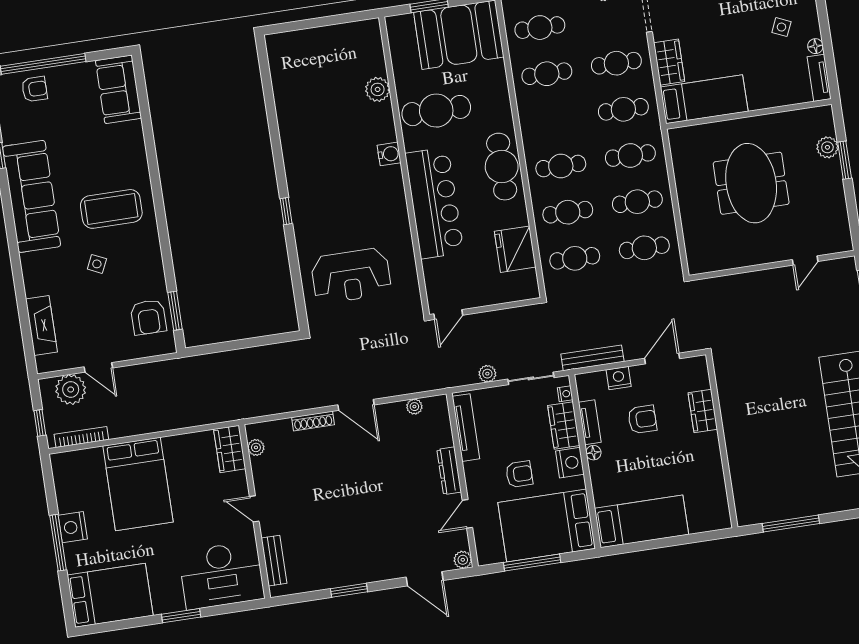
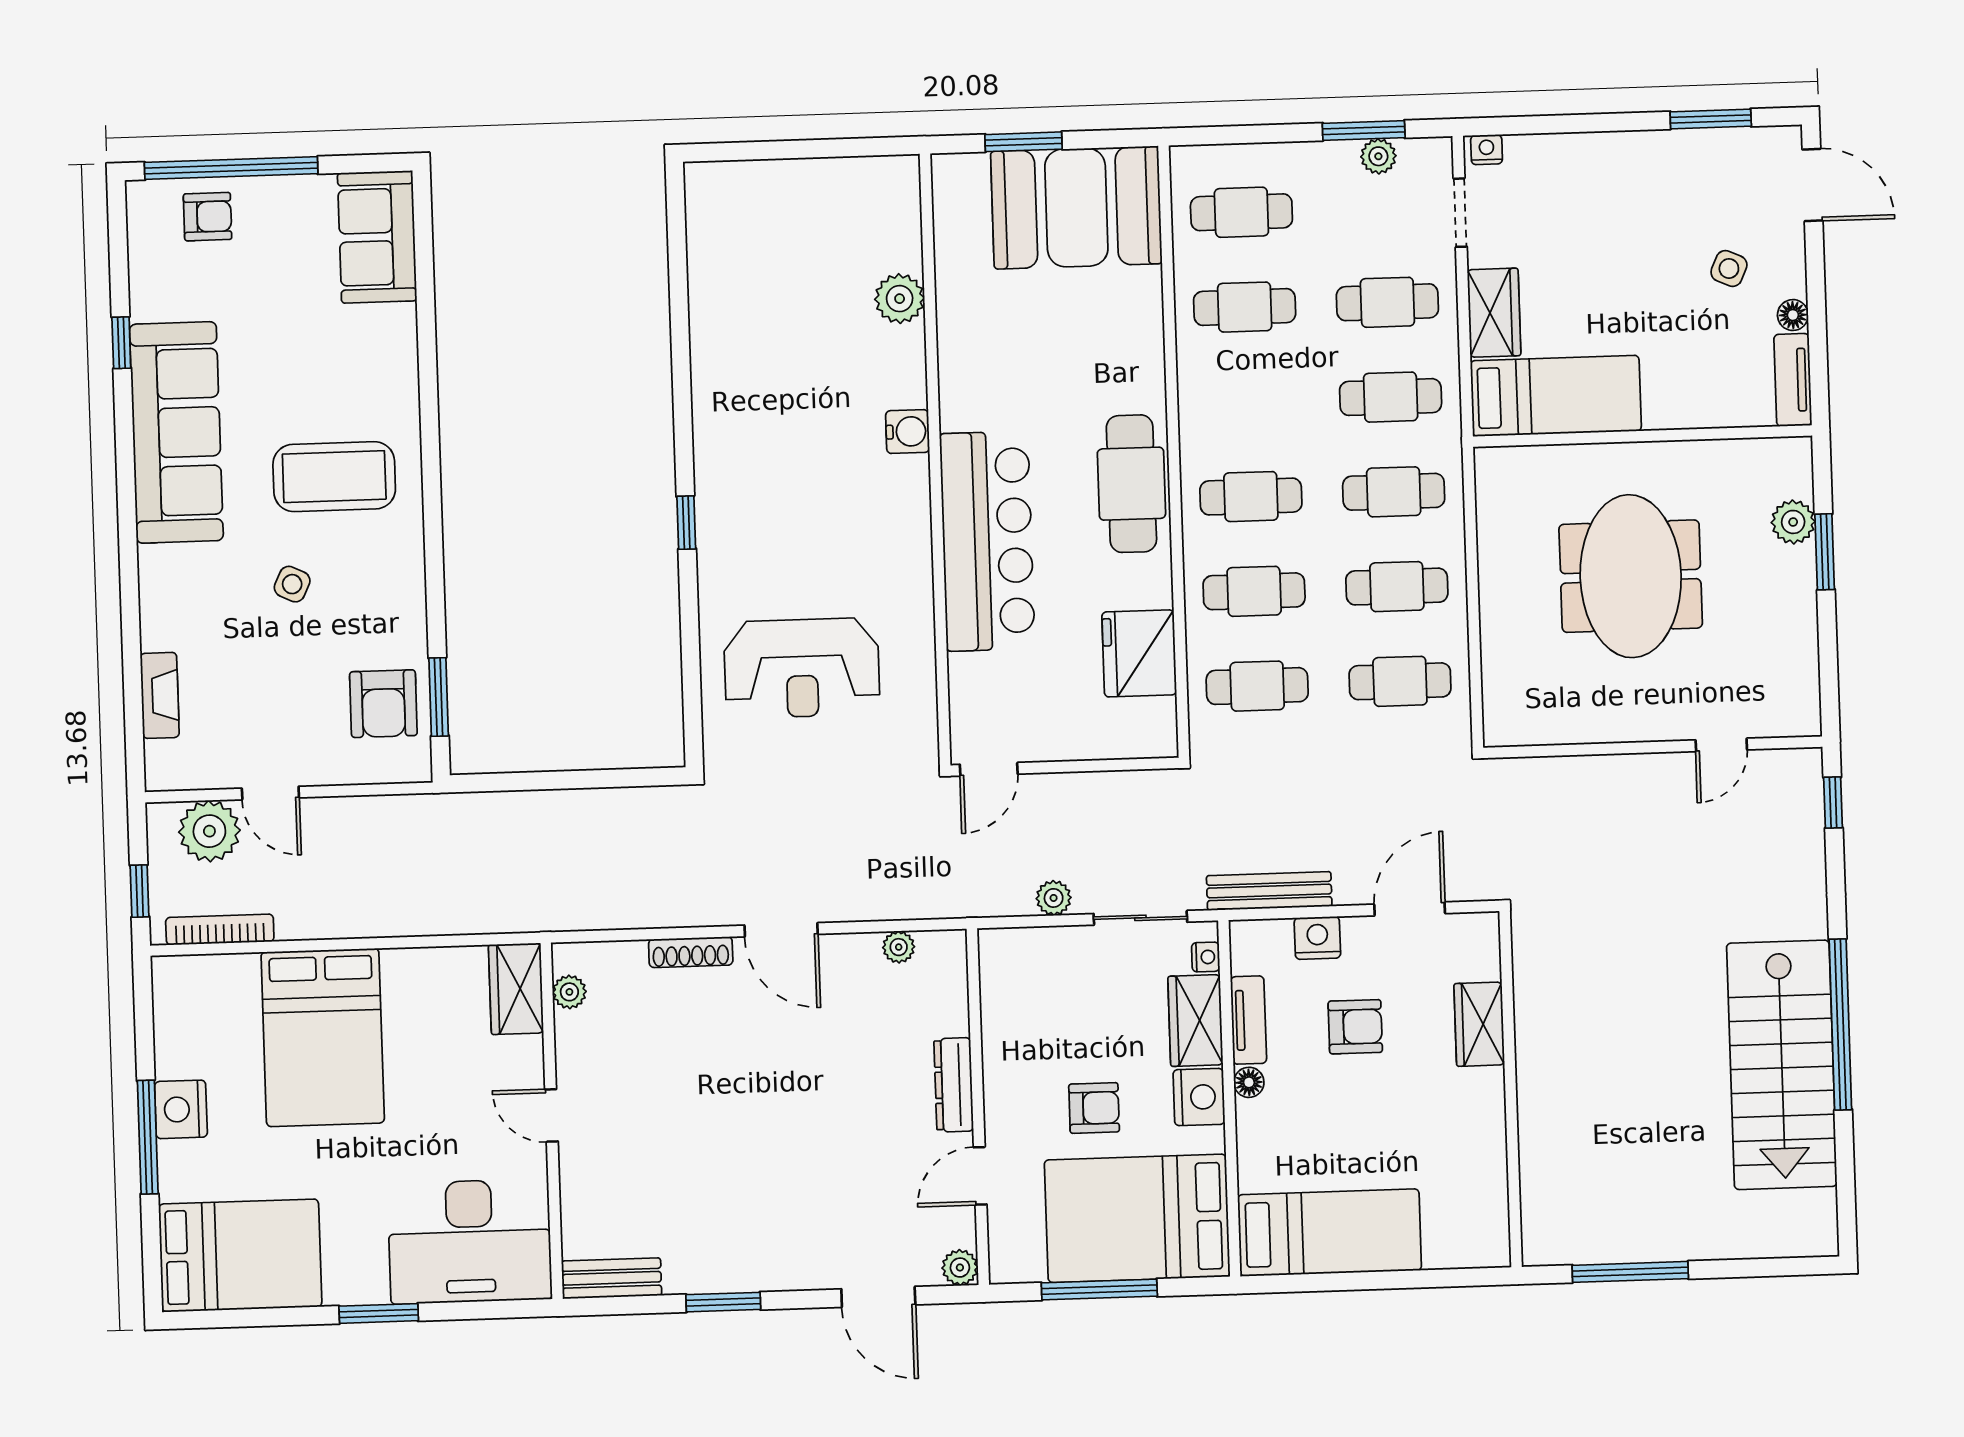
cafe table: (436, 111) -> (1013, 355), removed
fireplace: (41, 326) -> (160, 695), width x0.73, depth x0.76
tv unit: (466, 428) -> (998, 1002), removed
bench: (274, 561) -> (612, 1278), moved, turned 90

